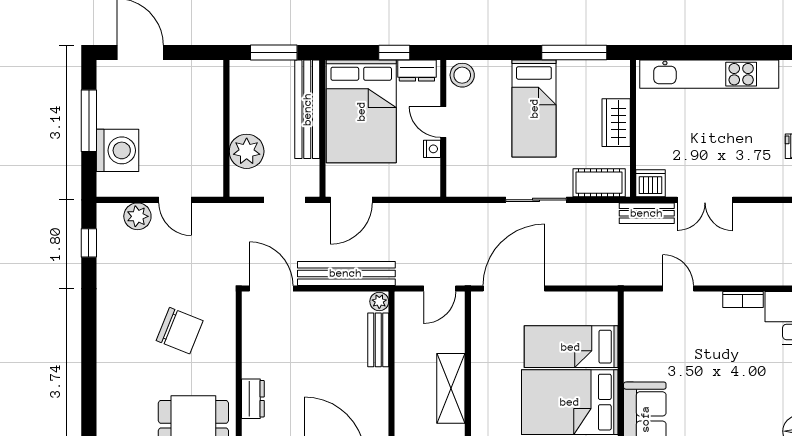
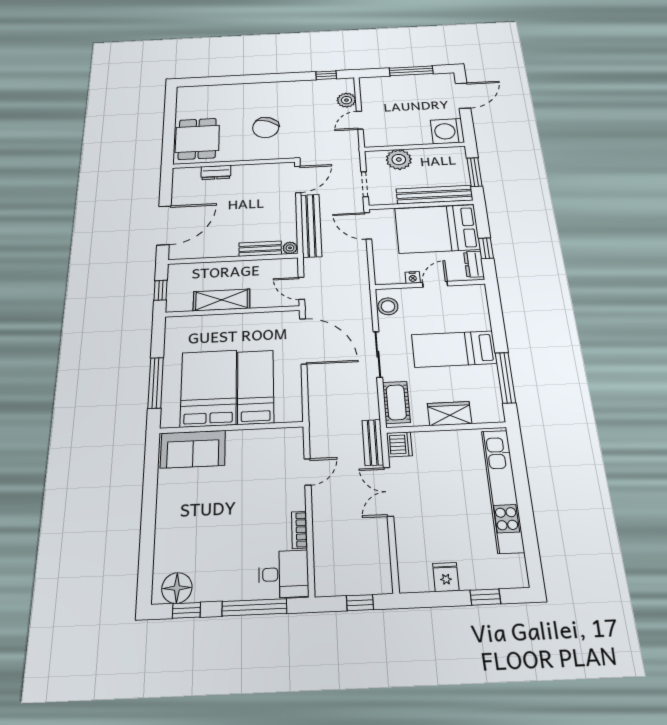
stool: (462, 75) -> (388, 306), moved
washing machine: (117, 150) -> (447, 131), moved, turned 90

